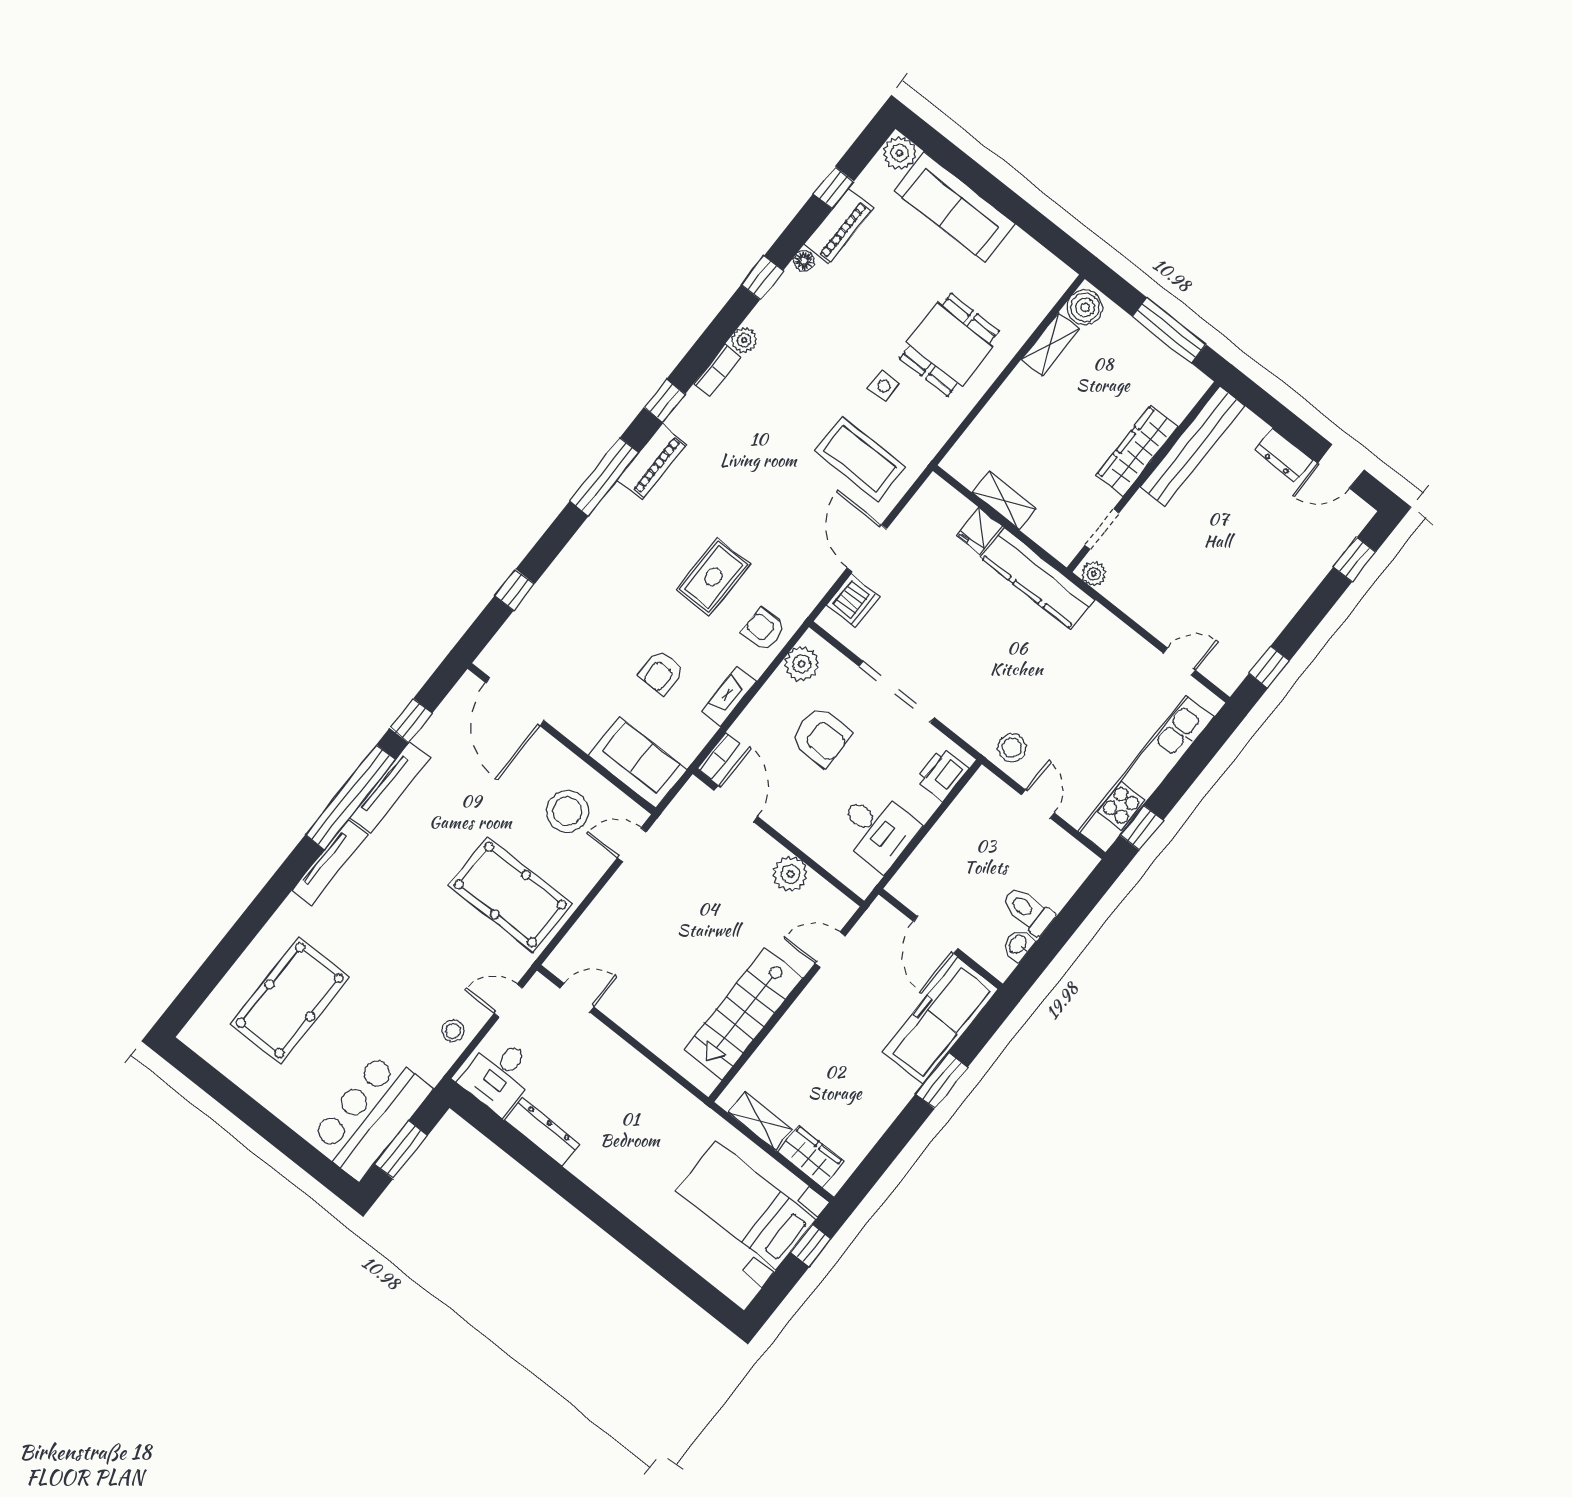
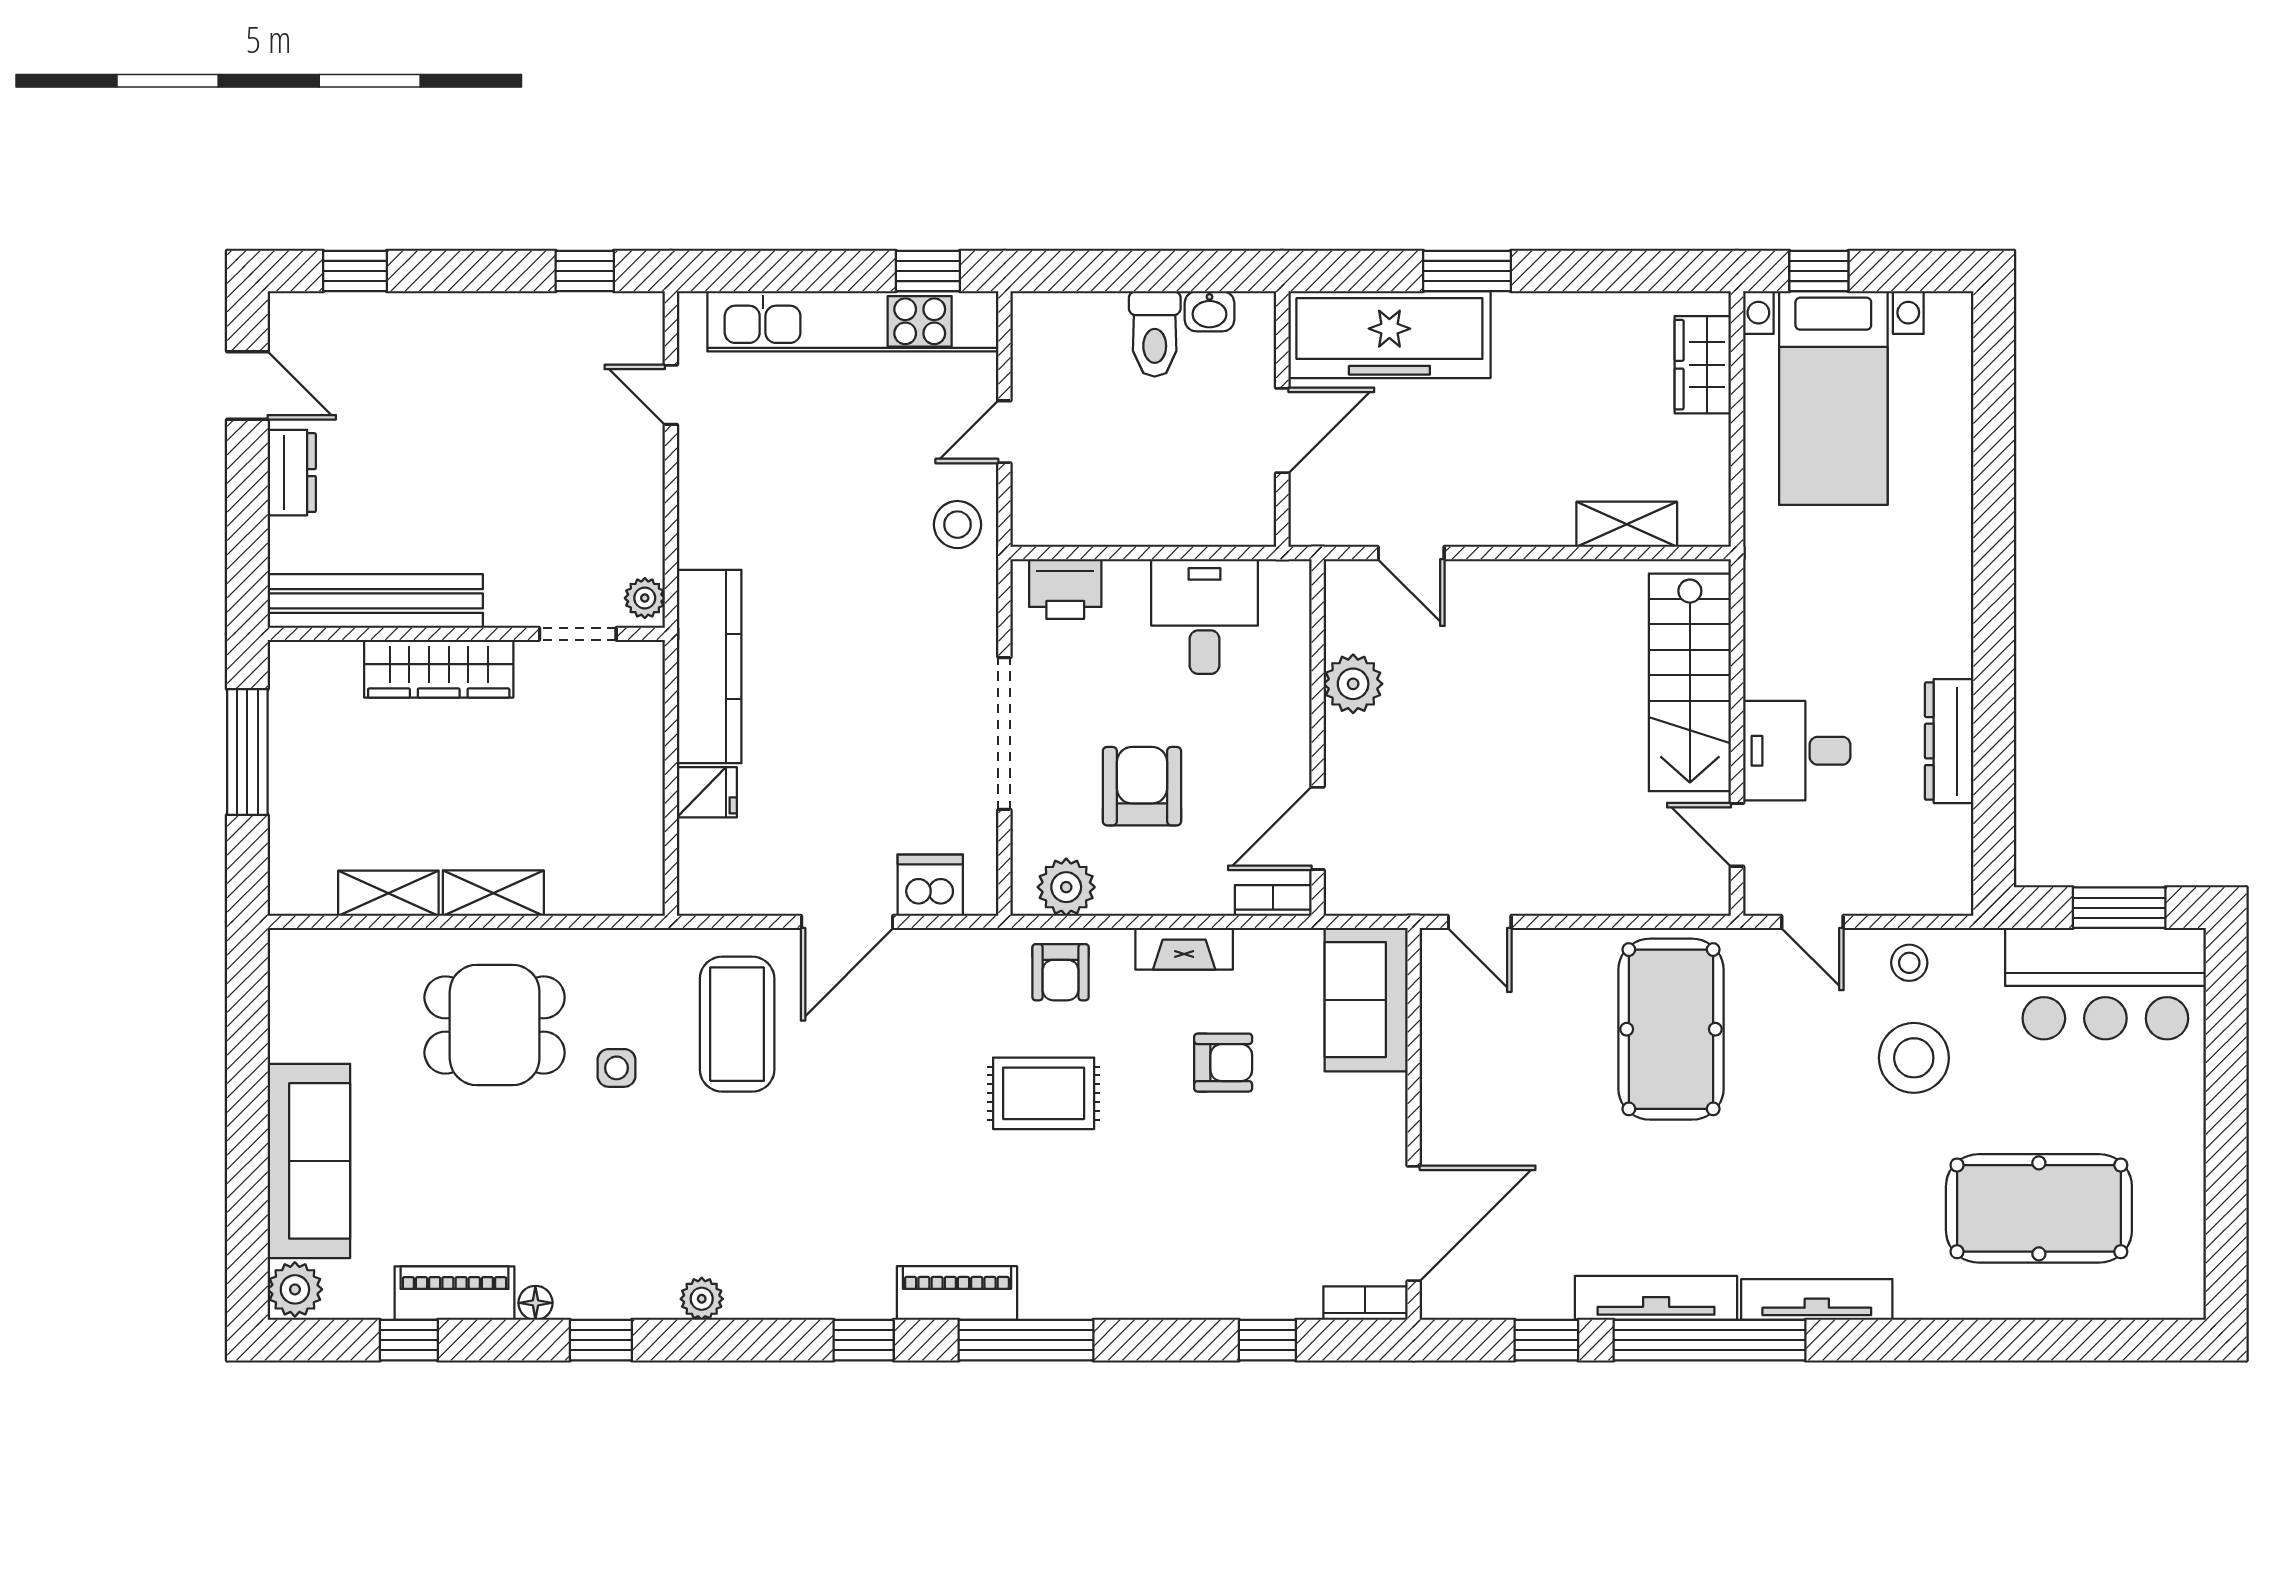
boiler: (1085, 307) -> (305, 886), removed
bookcase: (717, 370) -> (1365, 1303), moved
shelving: (1004, 501) -> (493, 893), moved, turned 90
stool: (567, 811) -> (1914, 1058), moved
stairs: (744, 1014) -> (1690, 682), moved, turned 90
desk: (499, 1075) -> (1797, 751), moved, turned 180
shelving: (760, 1121) -> (1627, 524), moved, turned 90

